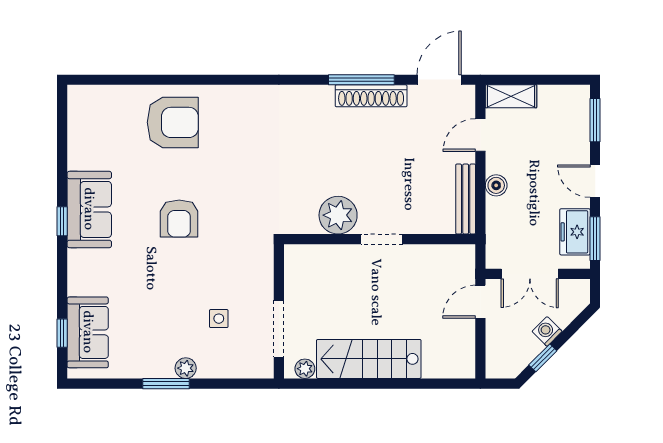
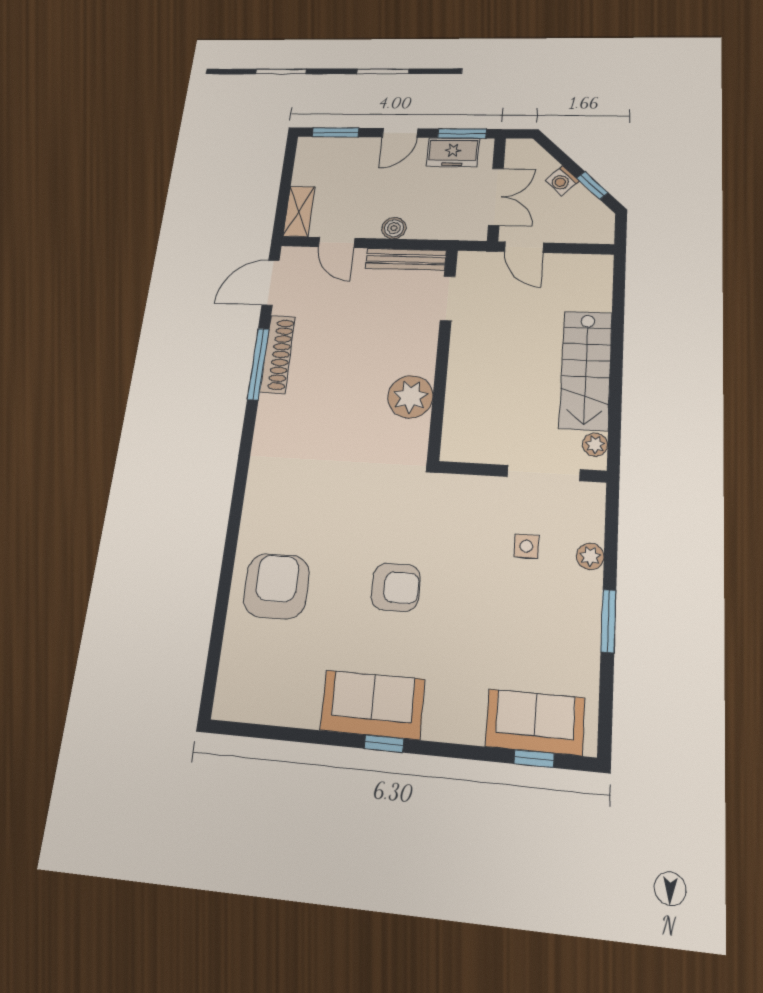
door: (439, 80) -> (271, 283), hinge flipped
doorway: (382, 239) -> (448, 298), moved
plant: (186, 368) -> (590, 556), moved

